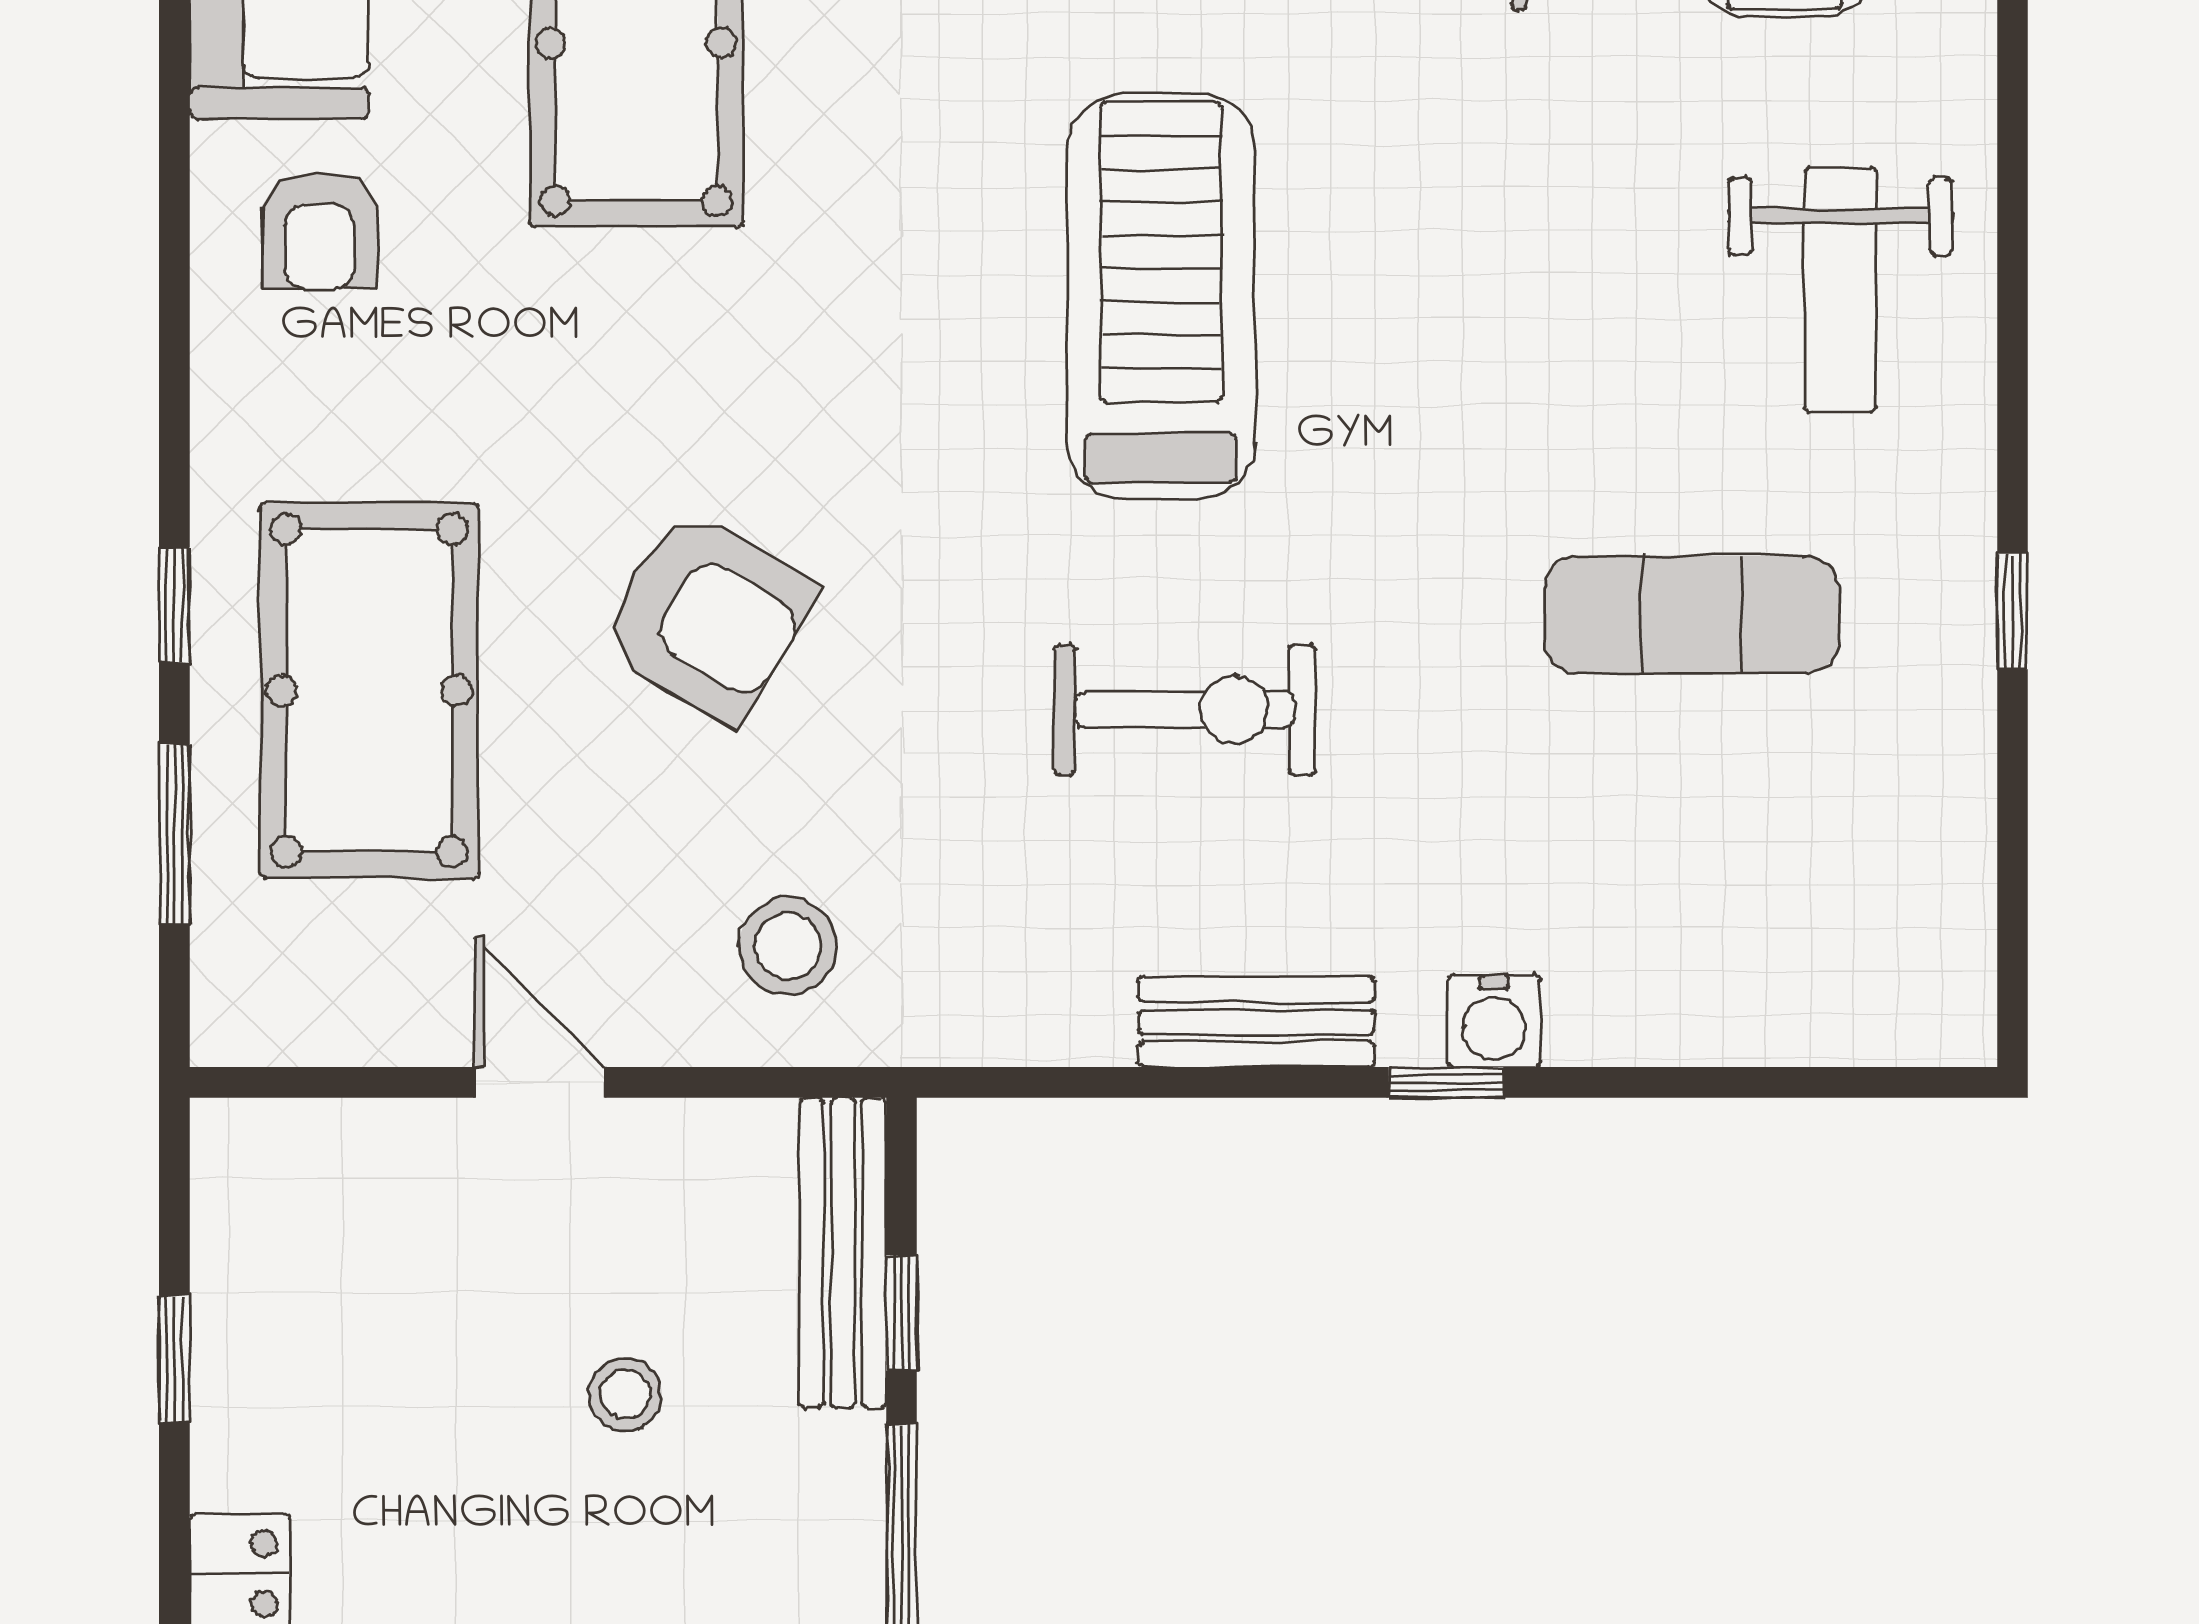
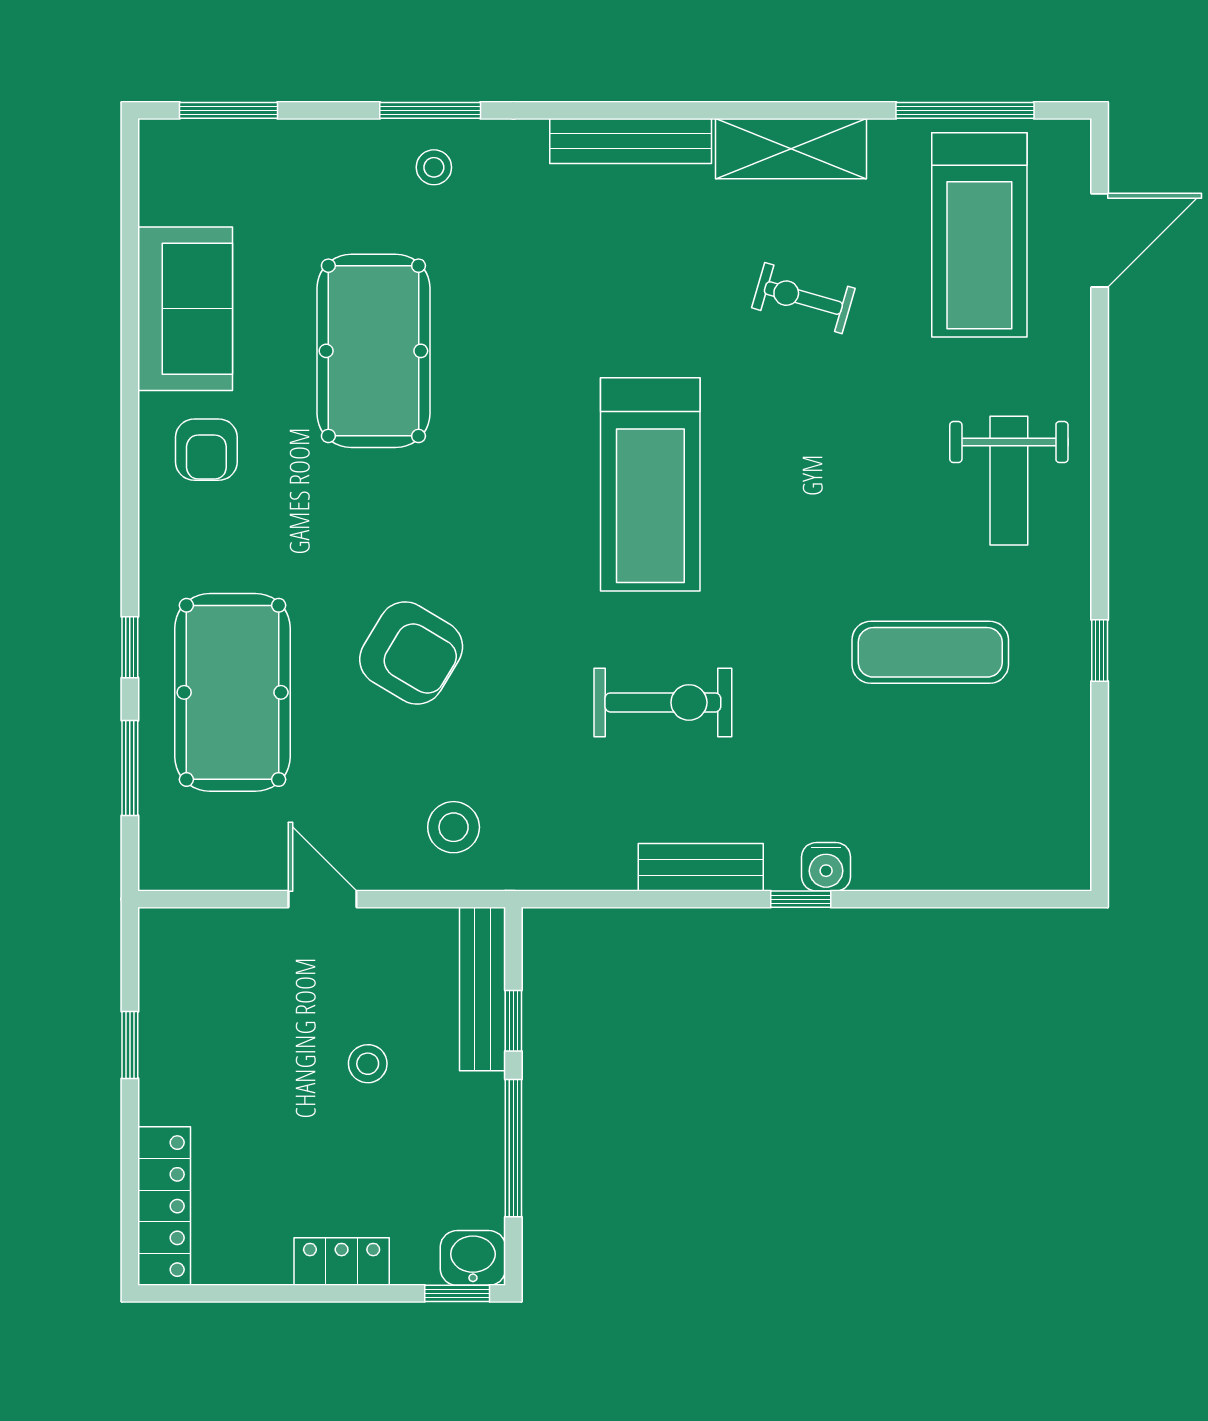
treadmill: (1161, 296) -> (650, 484), turned 180

